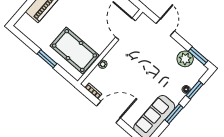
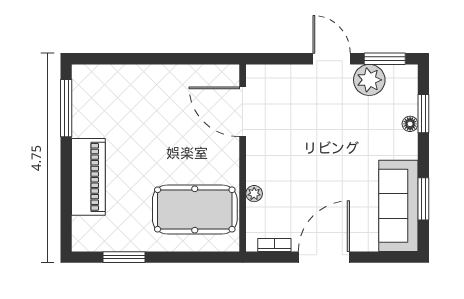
door: (165, 27) -> (332, 59), moved
window: (47, 59) -> (124, 257), moved
window: (174, 114) -> (423, 199), moved

